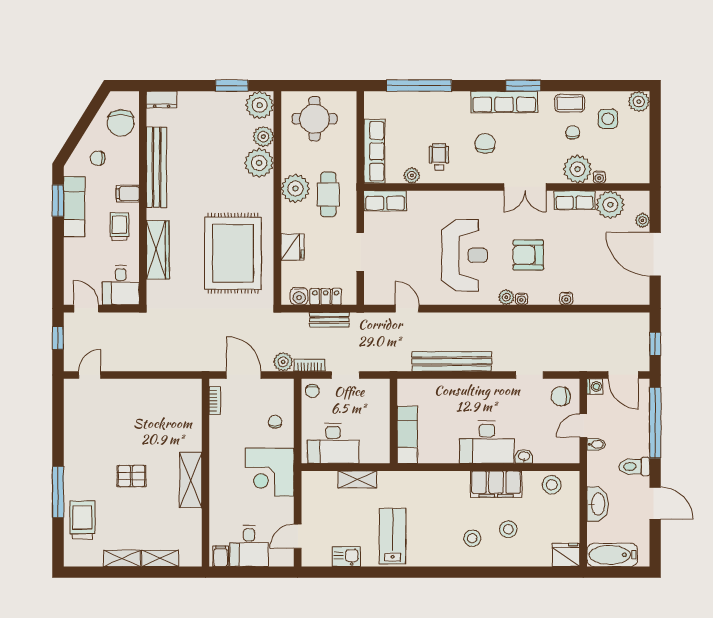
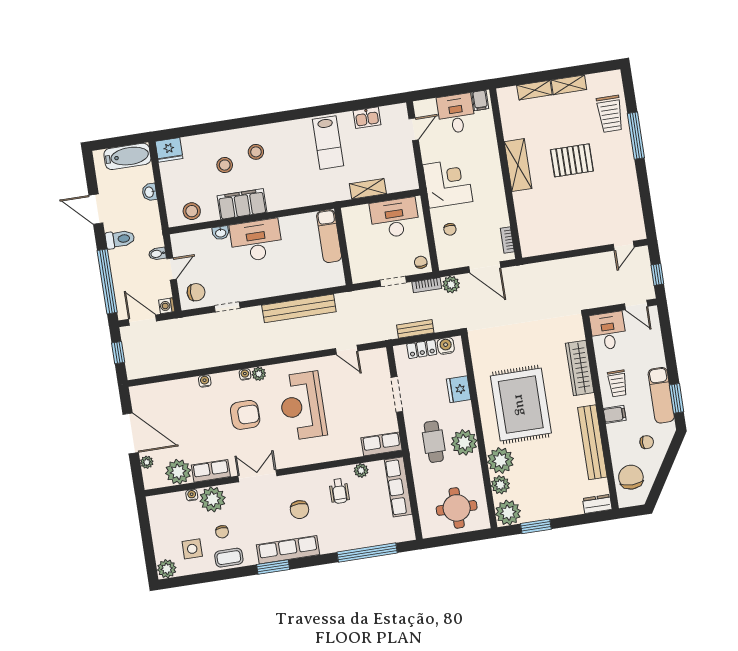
rug: (233, 253) -> (521, 405), moved
pallet: (131, 476) -> (572, 160), width x1.50, depth x1.42
washbasin: (598, 504) -> (149, 192), width x0.52, depth x0.69

